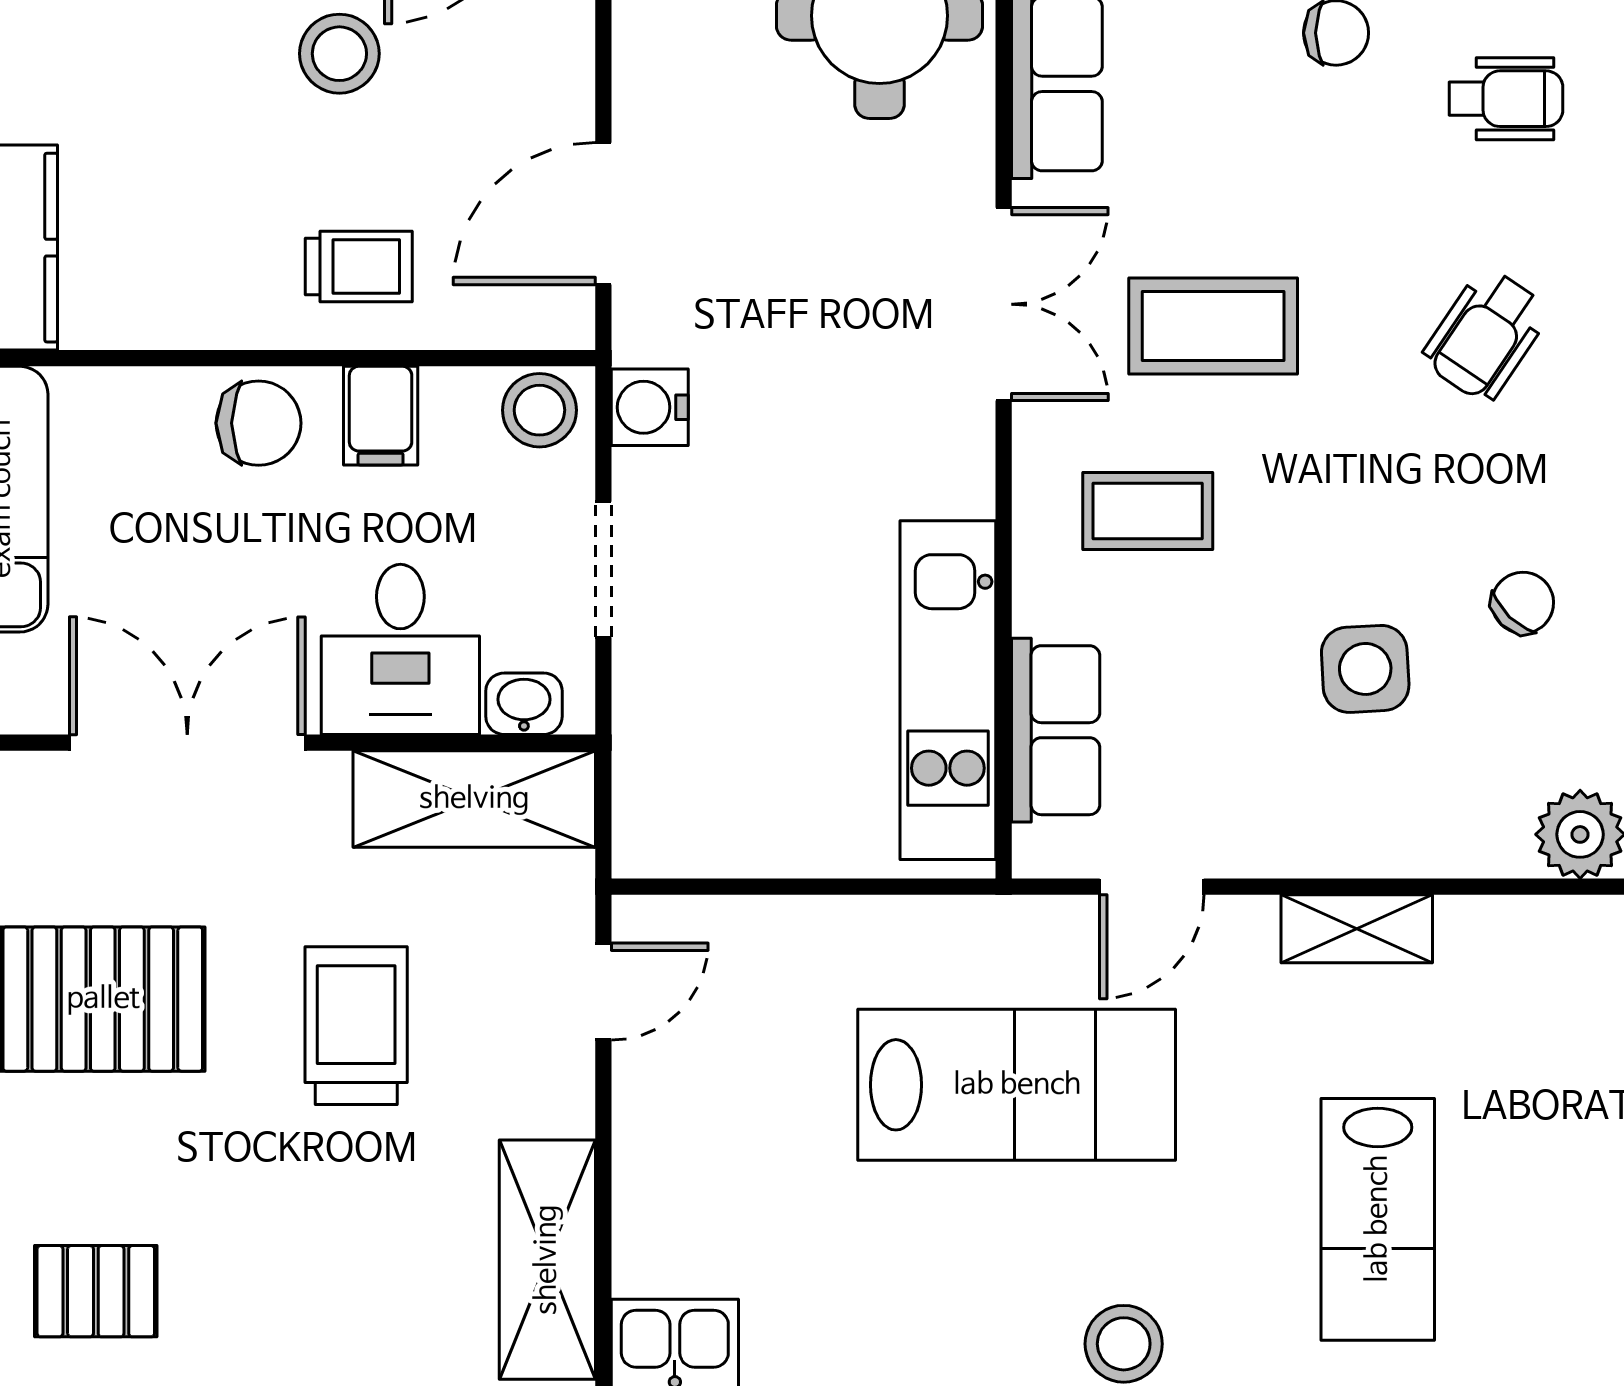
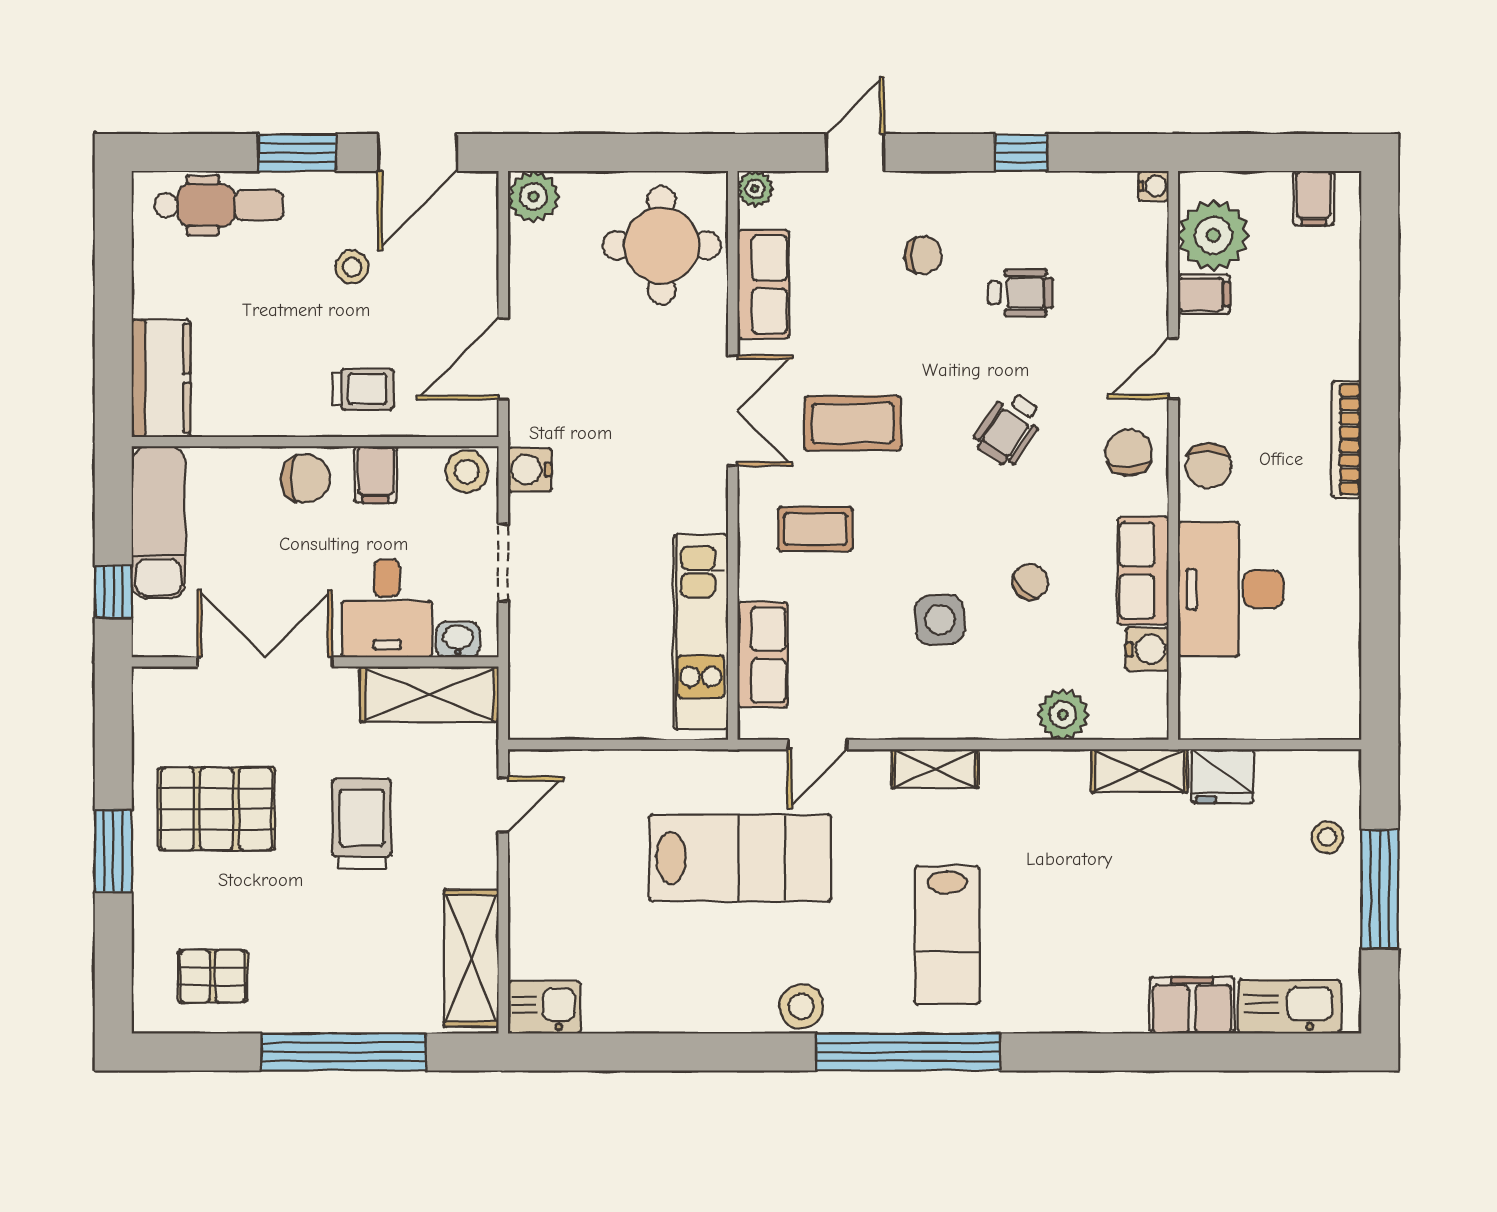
stool: (339, 54) -> (352, 267), width x0.73, depth x0.73

